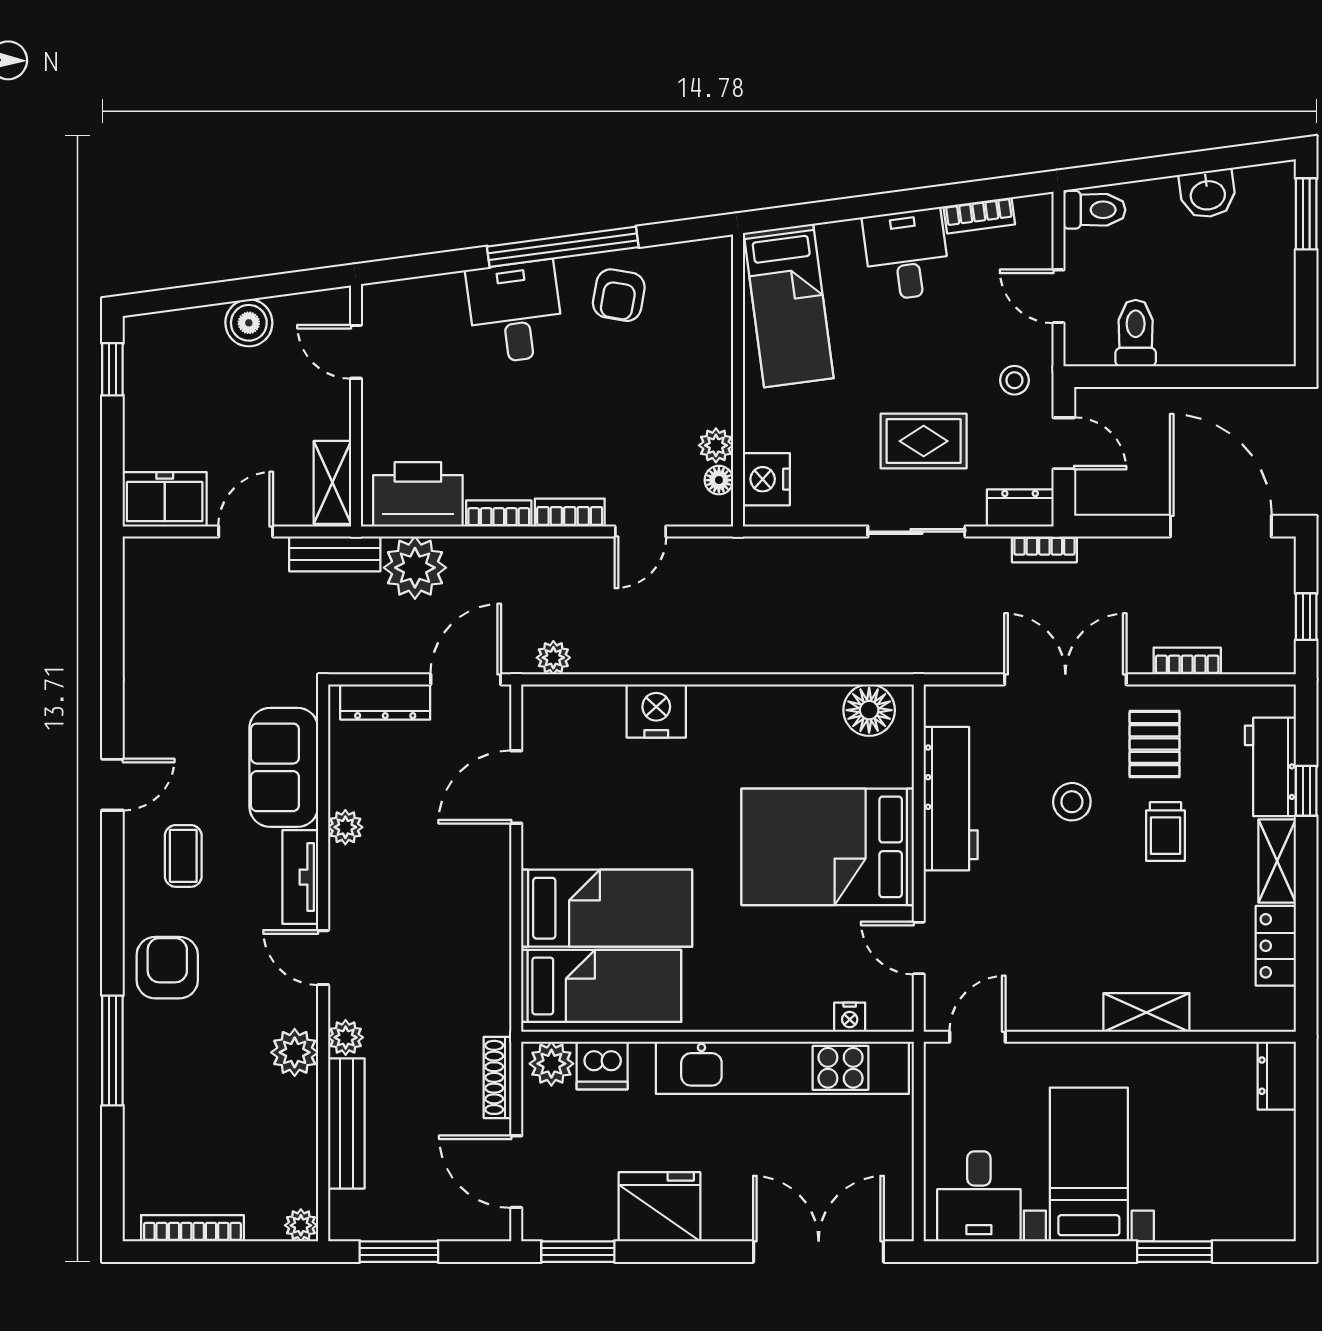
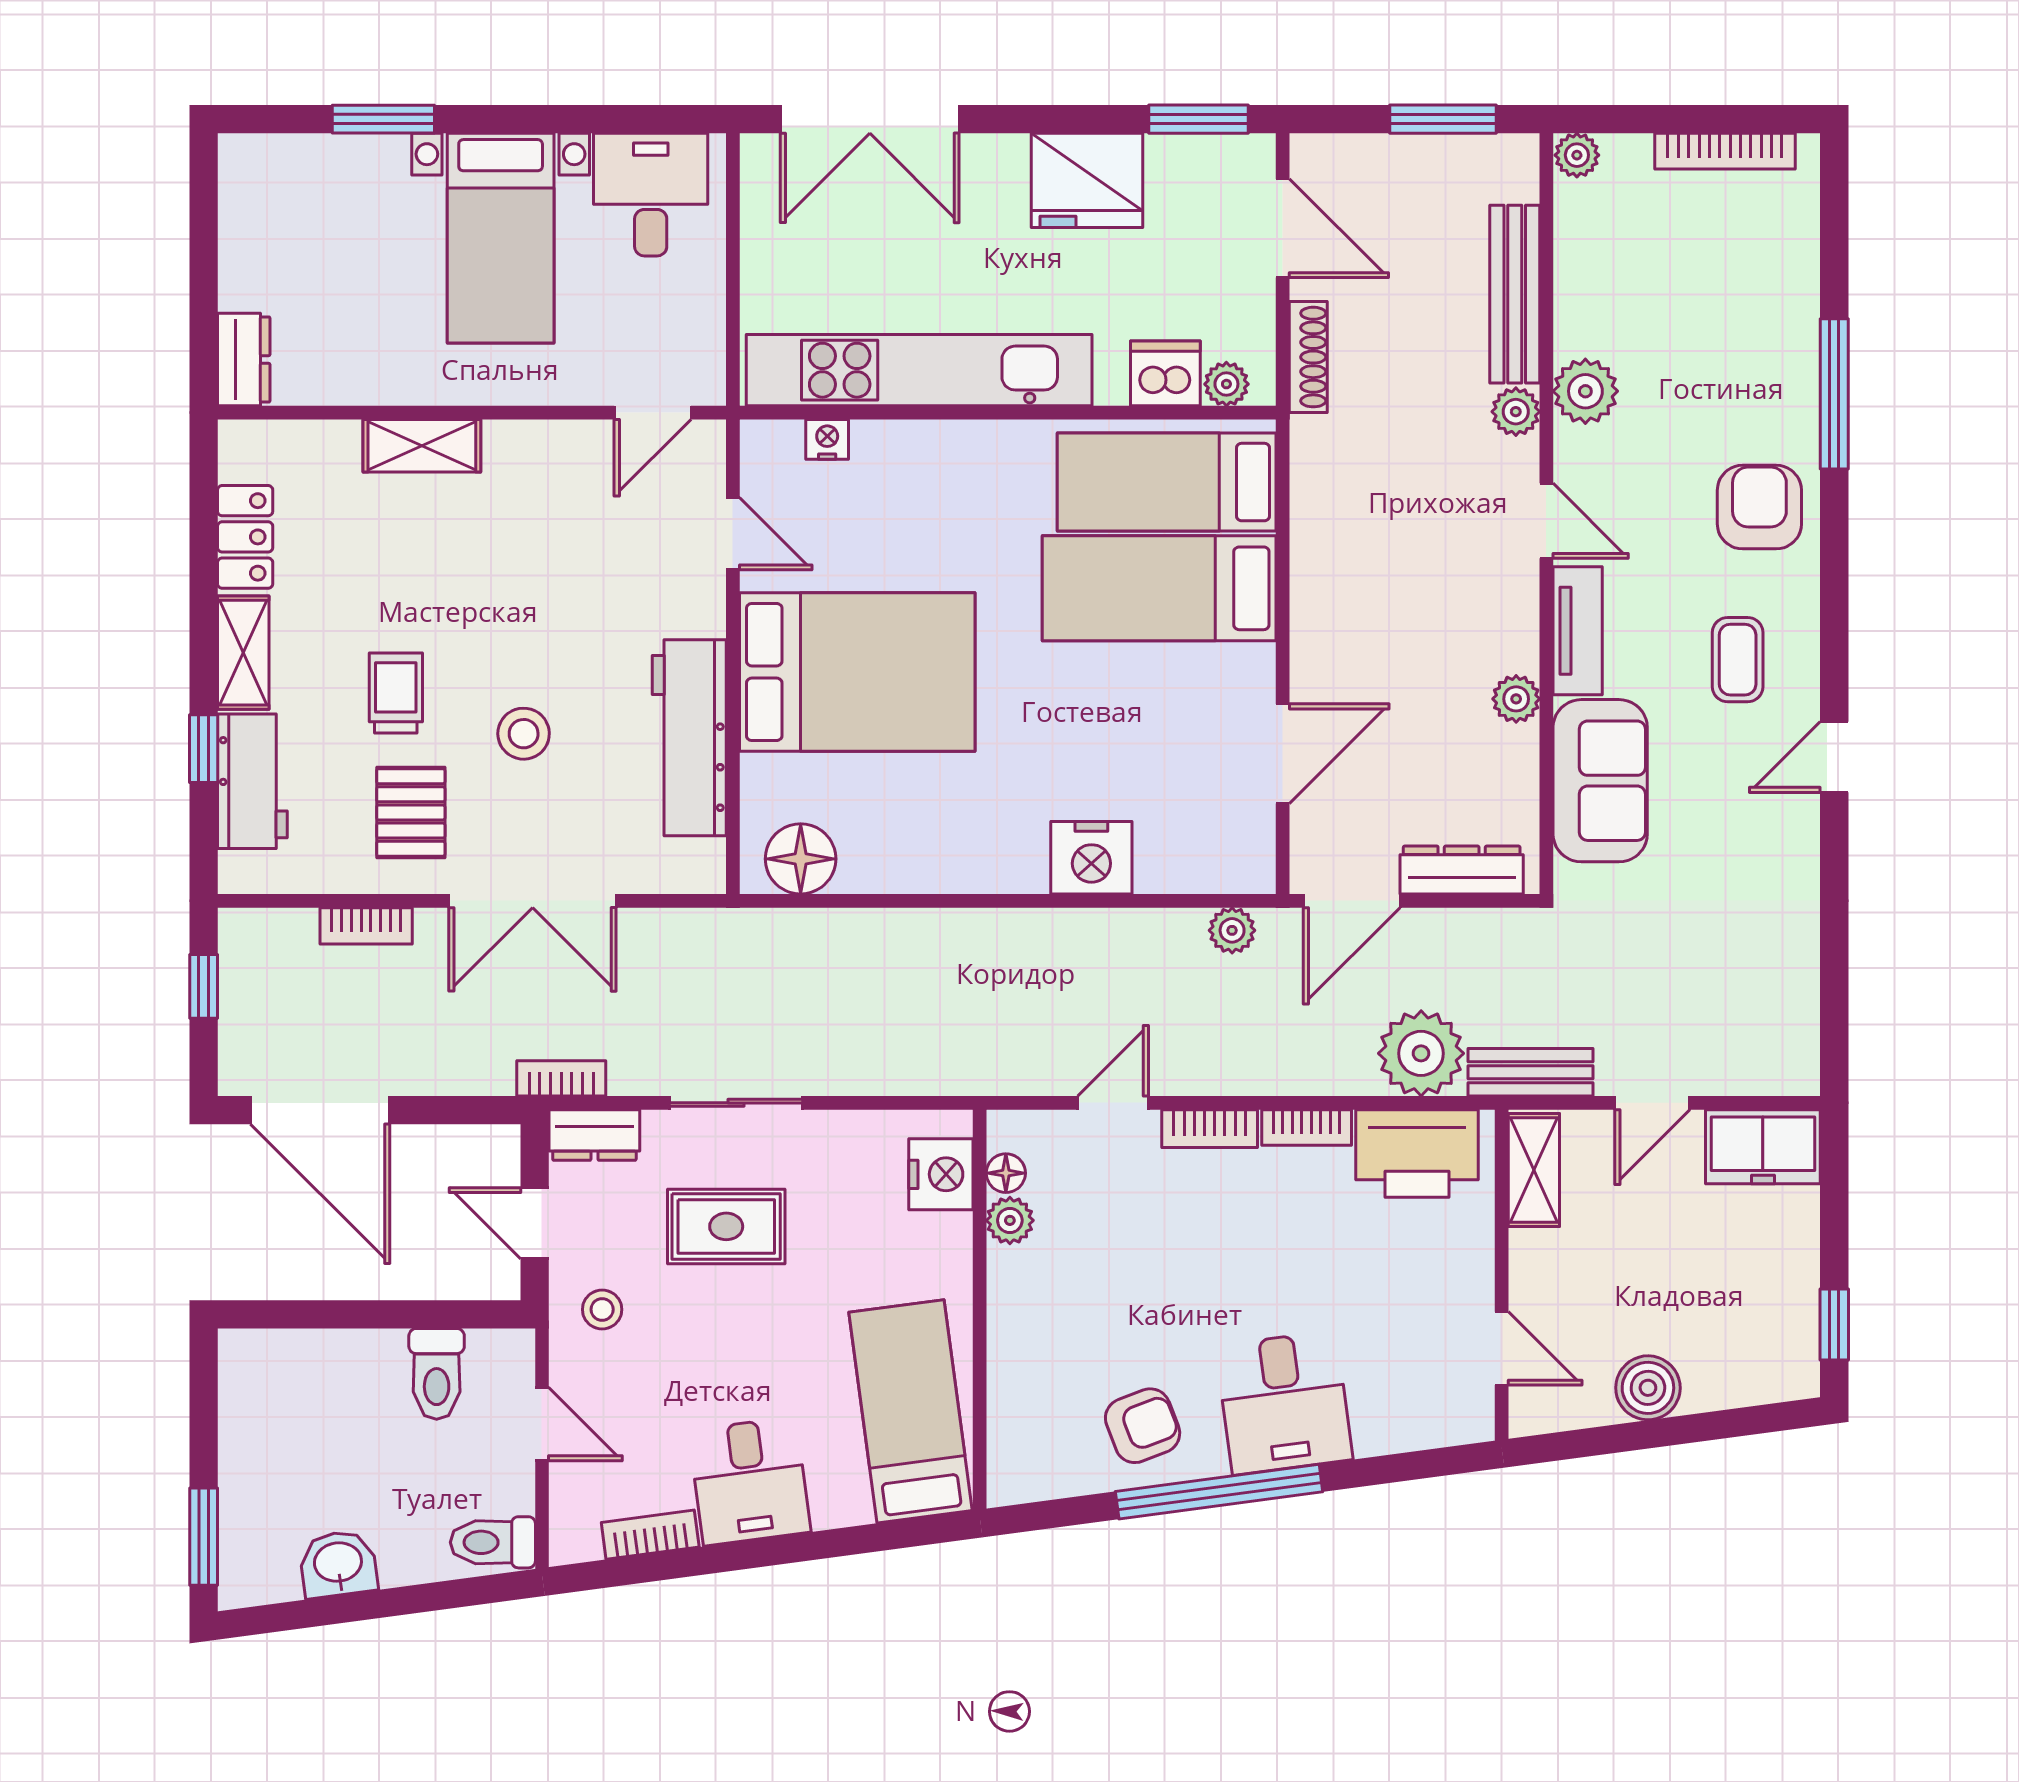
armchair: (619, 295) -> (1143, 1426), turned 59
armchair: (167, 968) -> (1759, 507), turned 180
plant: (551, 1064) -> (1226, 384), width x0.73, depth x0.73

